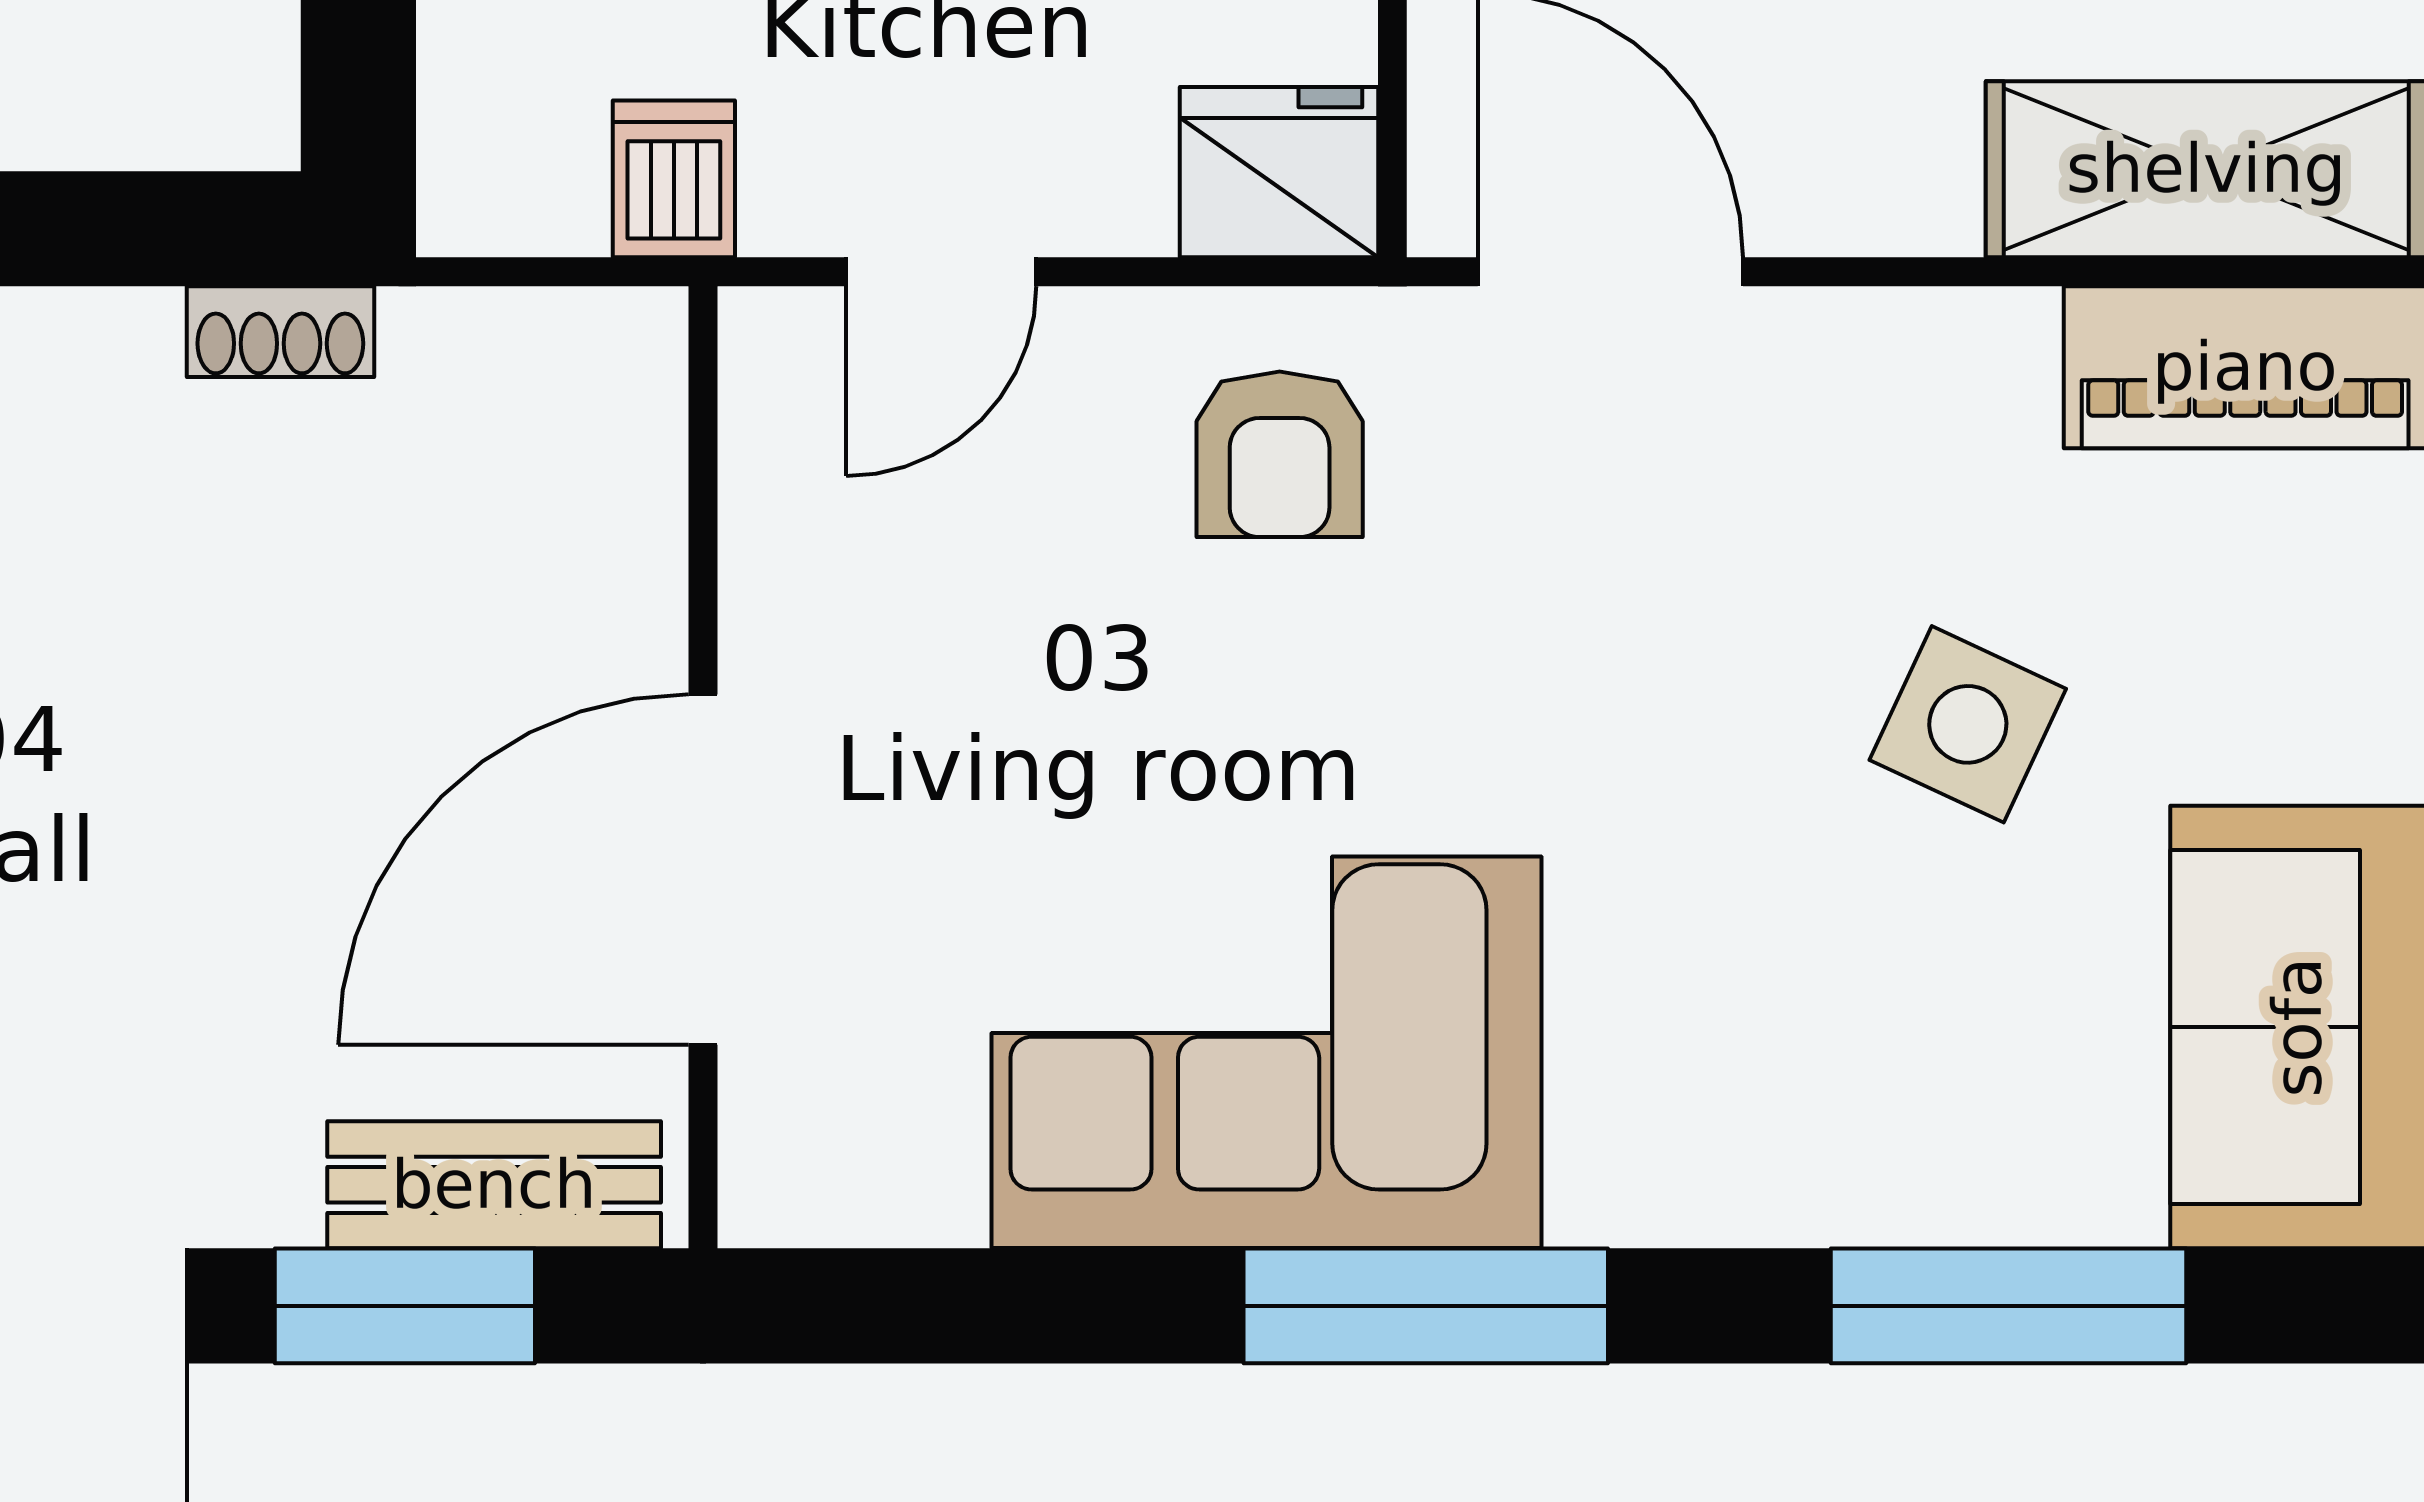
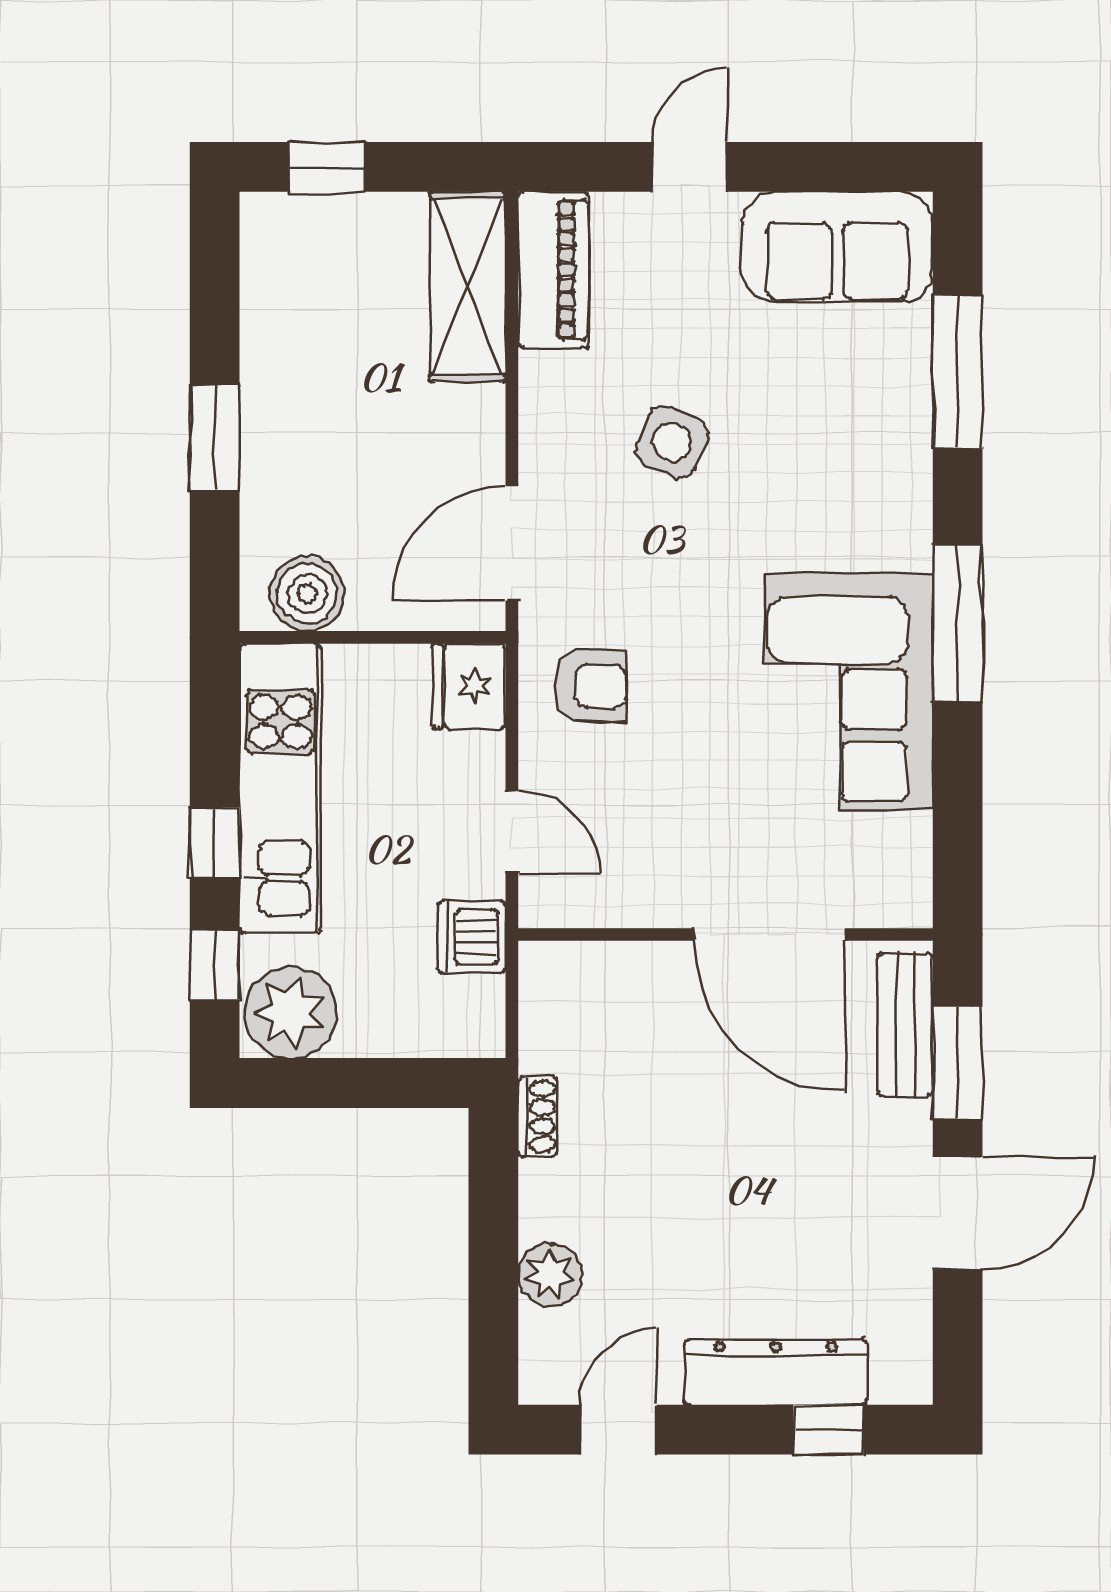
dishwasher: (674, 179) -> (472, 937), width x1.38
side table: (1968, 724) -> (672, 442), moved

